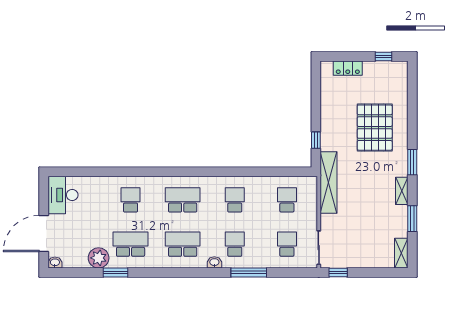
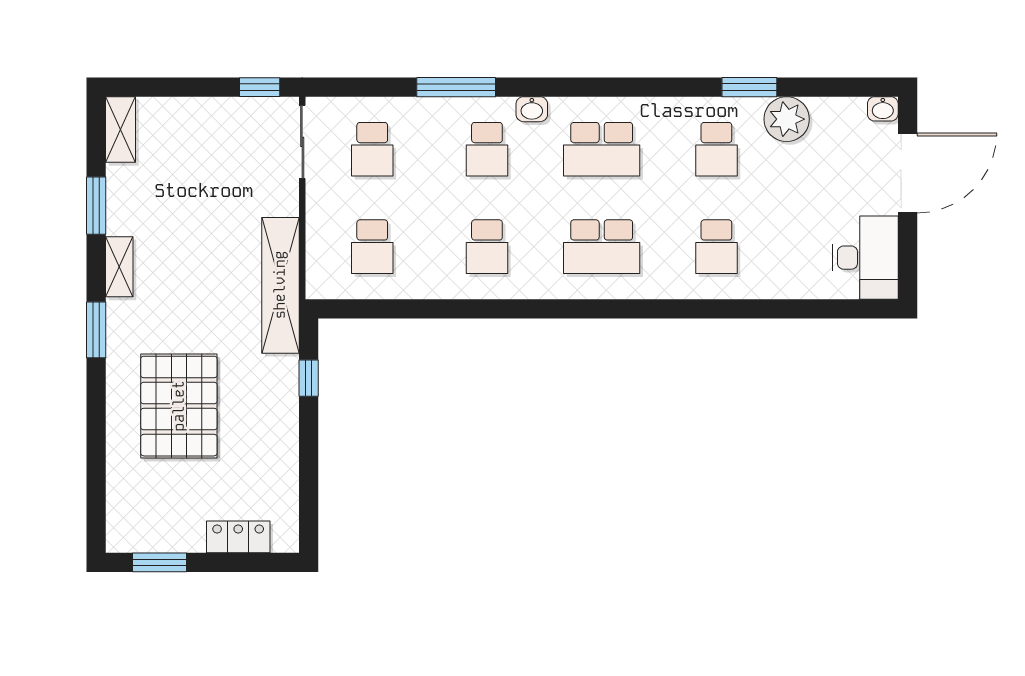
window: (384, 57) -> (159, 562), width x1.50
school desk: (131, 244) -> (716, 149), width x0.54

